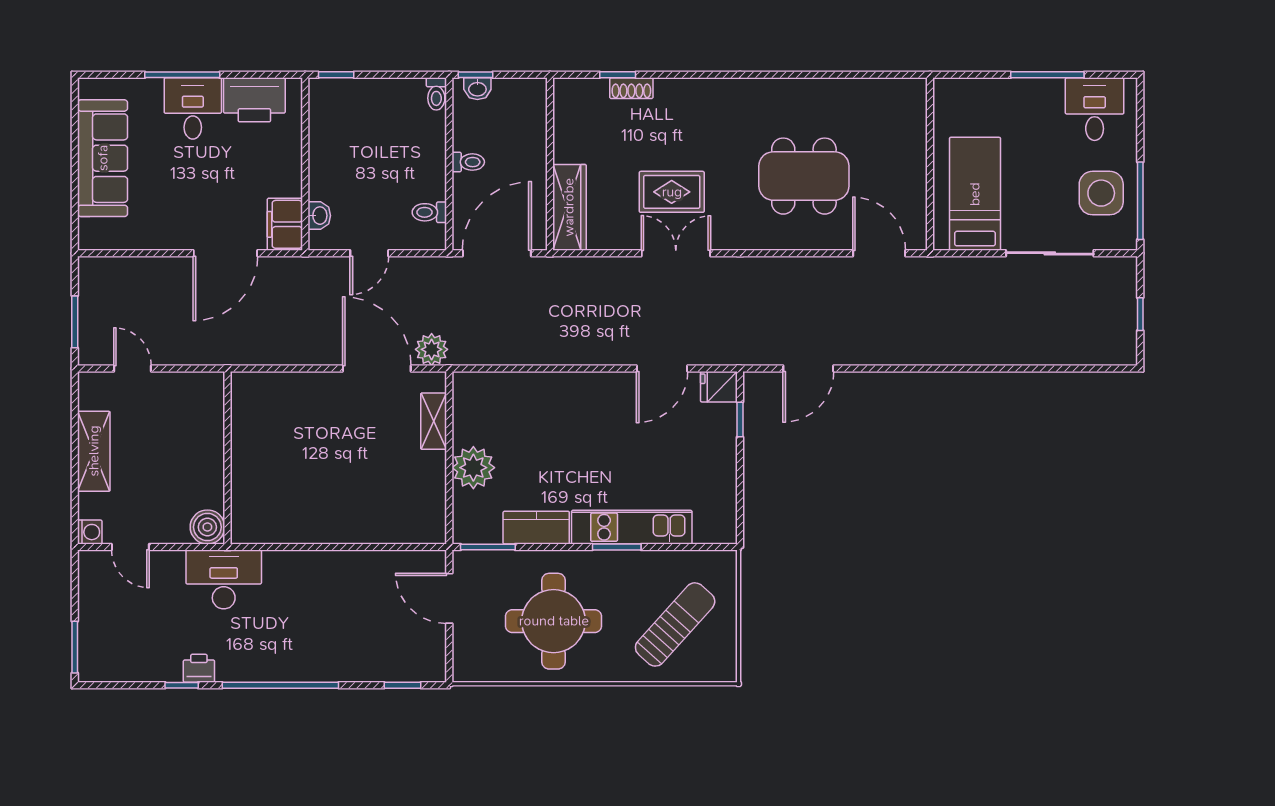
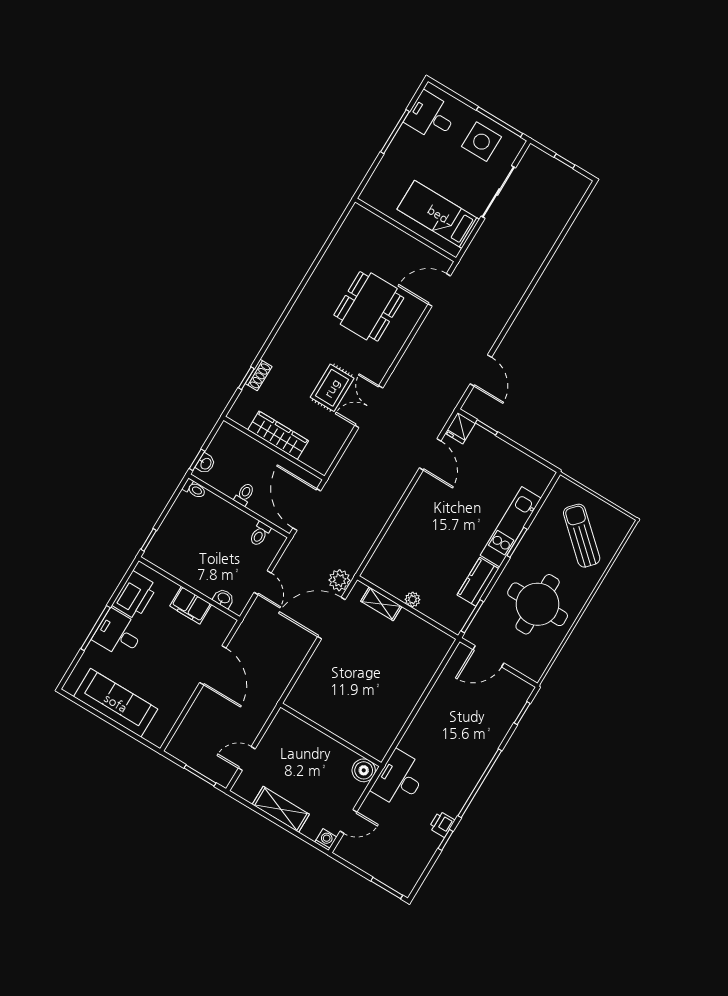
wardrobe: (569, 207) -> (278, 435), moved
filing cabinet: (285, 224) -> (191, 605), moved
plant: (473, 468) -> (413, 599), width x0.53, depth x0.53

